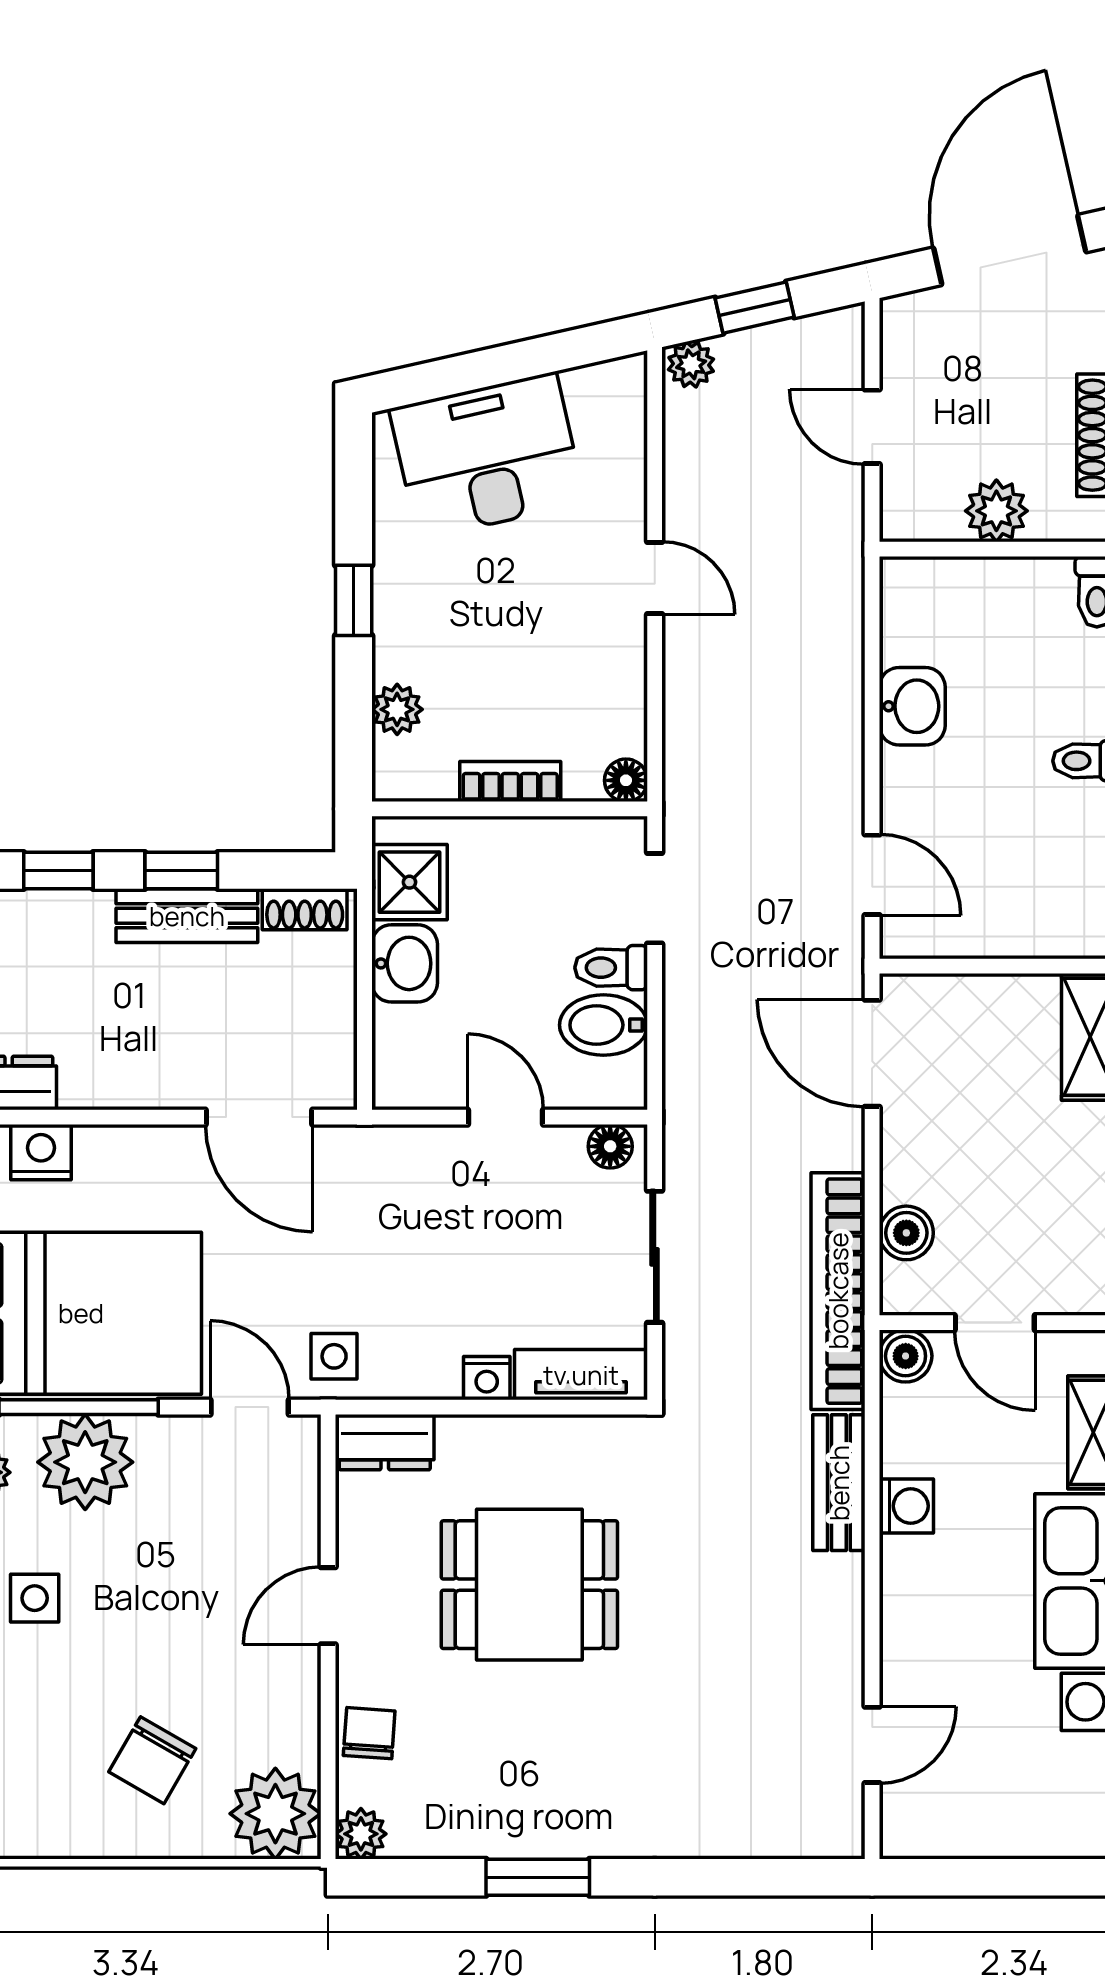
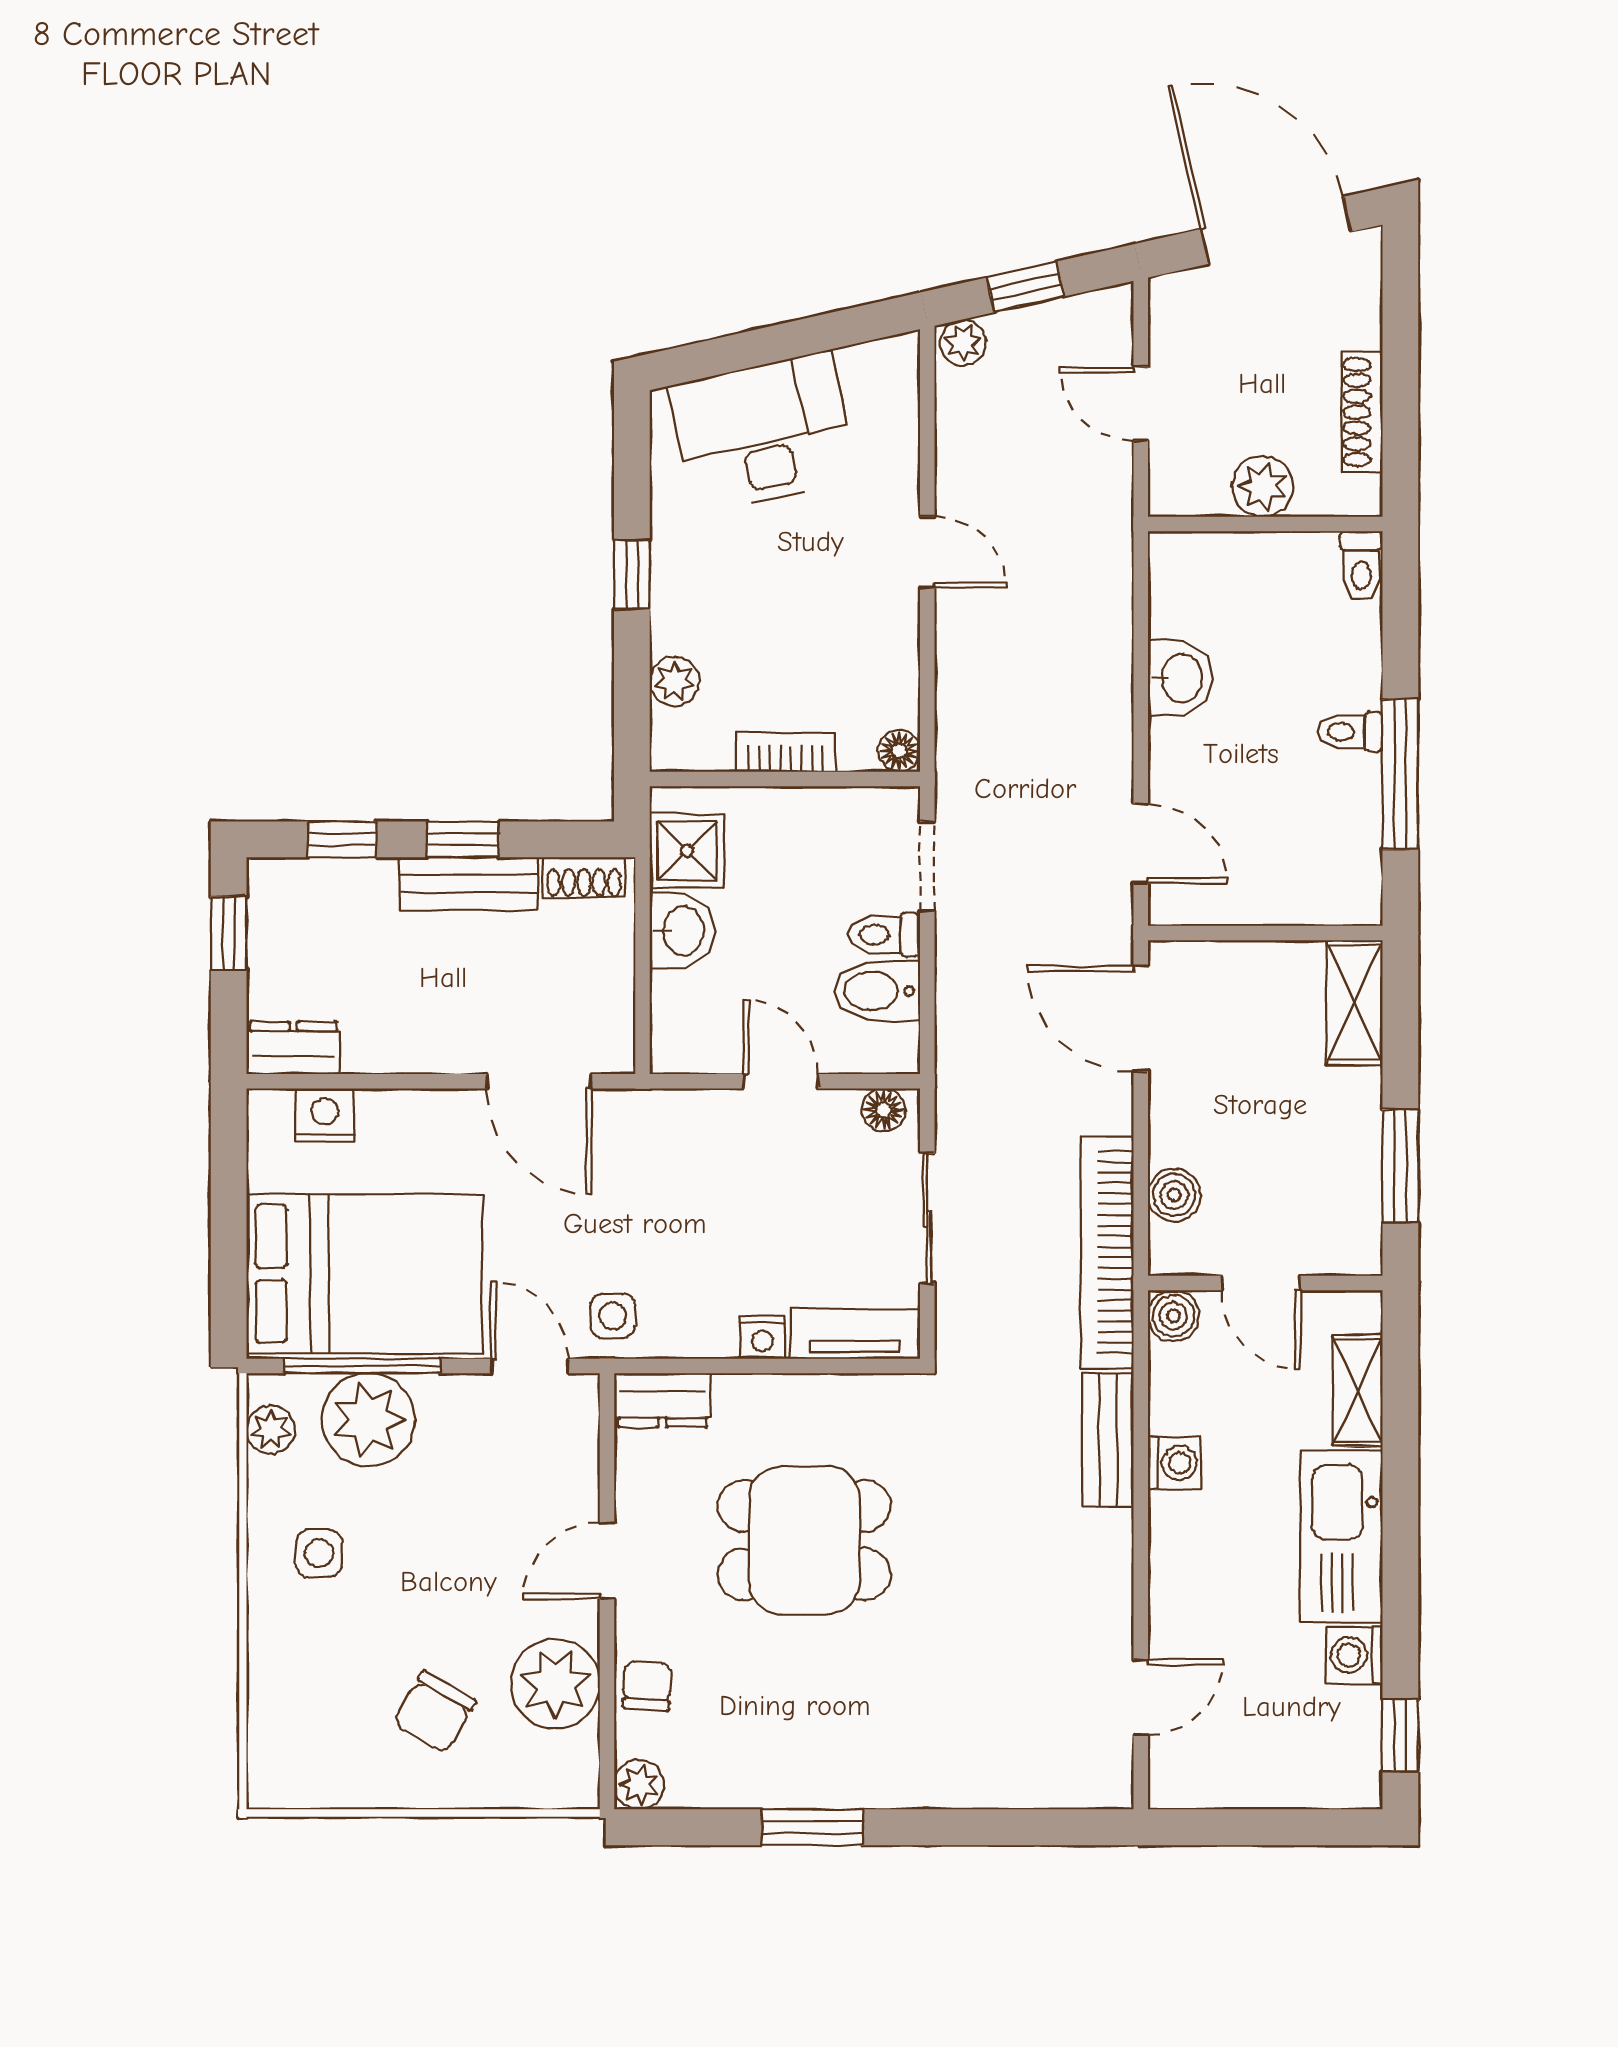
door: (1010, 250) -> (1276, 230), hinge flipped
plant: (275, 1814) -> (555, 1684), moved

